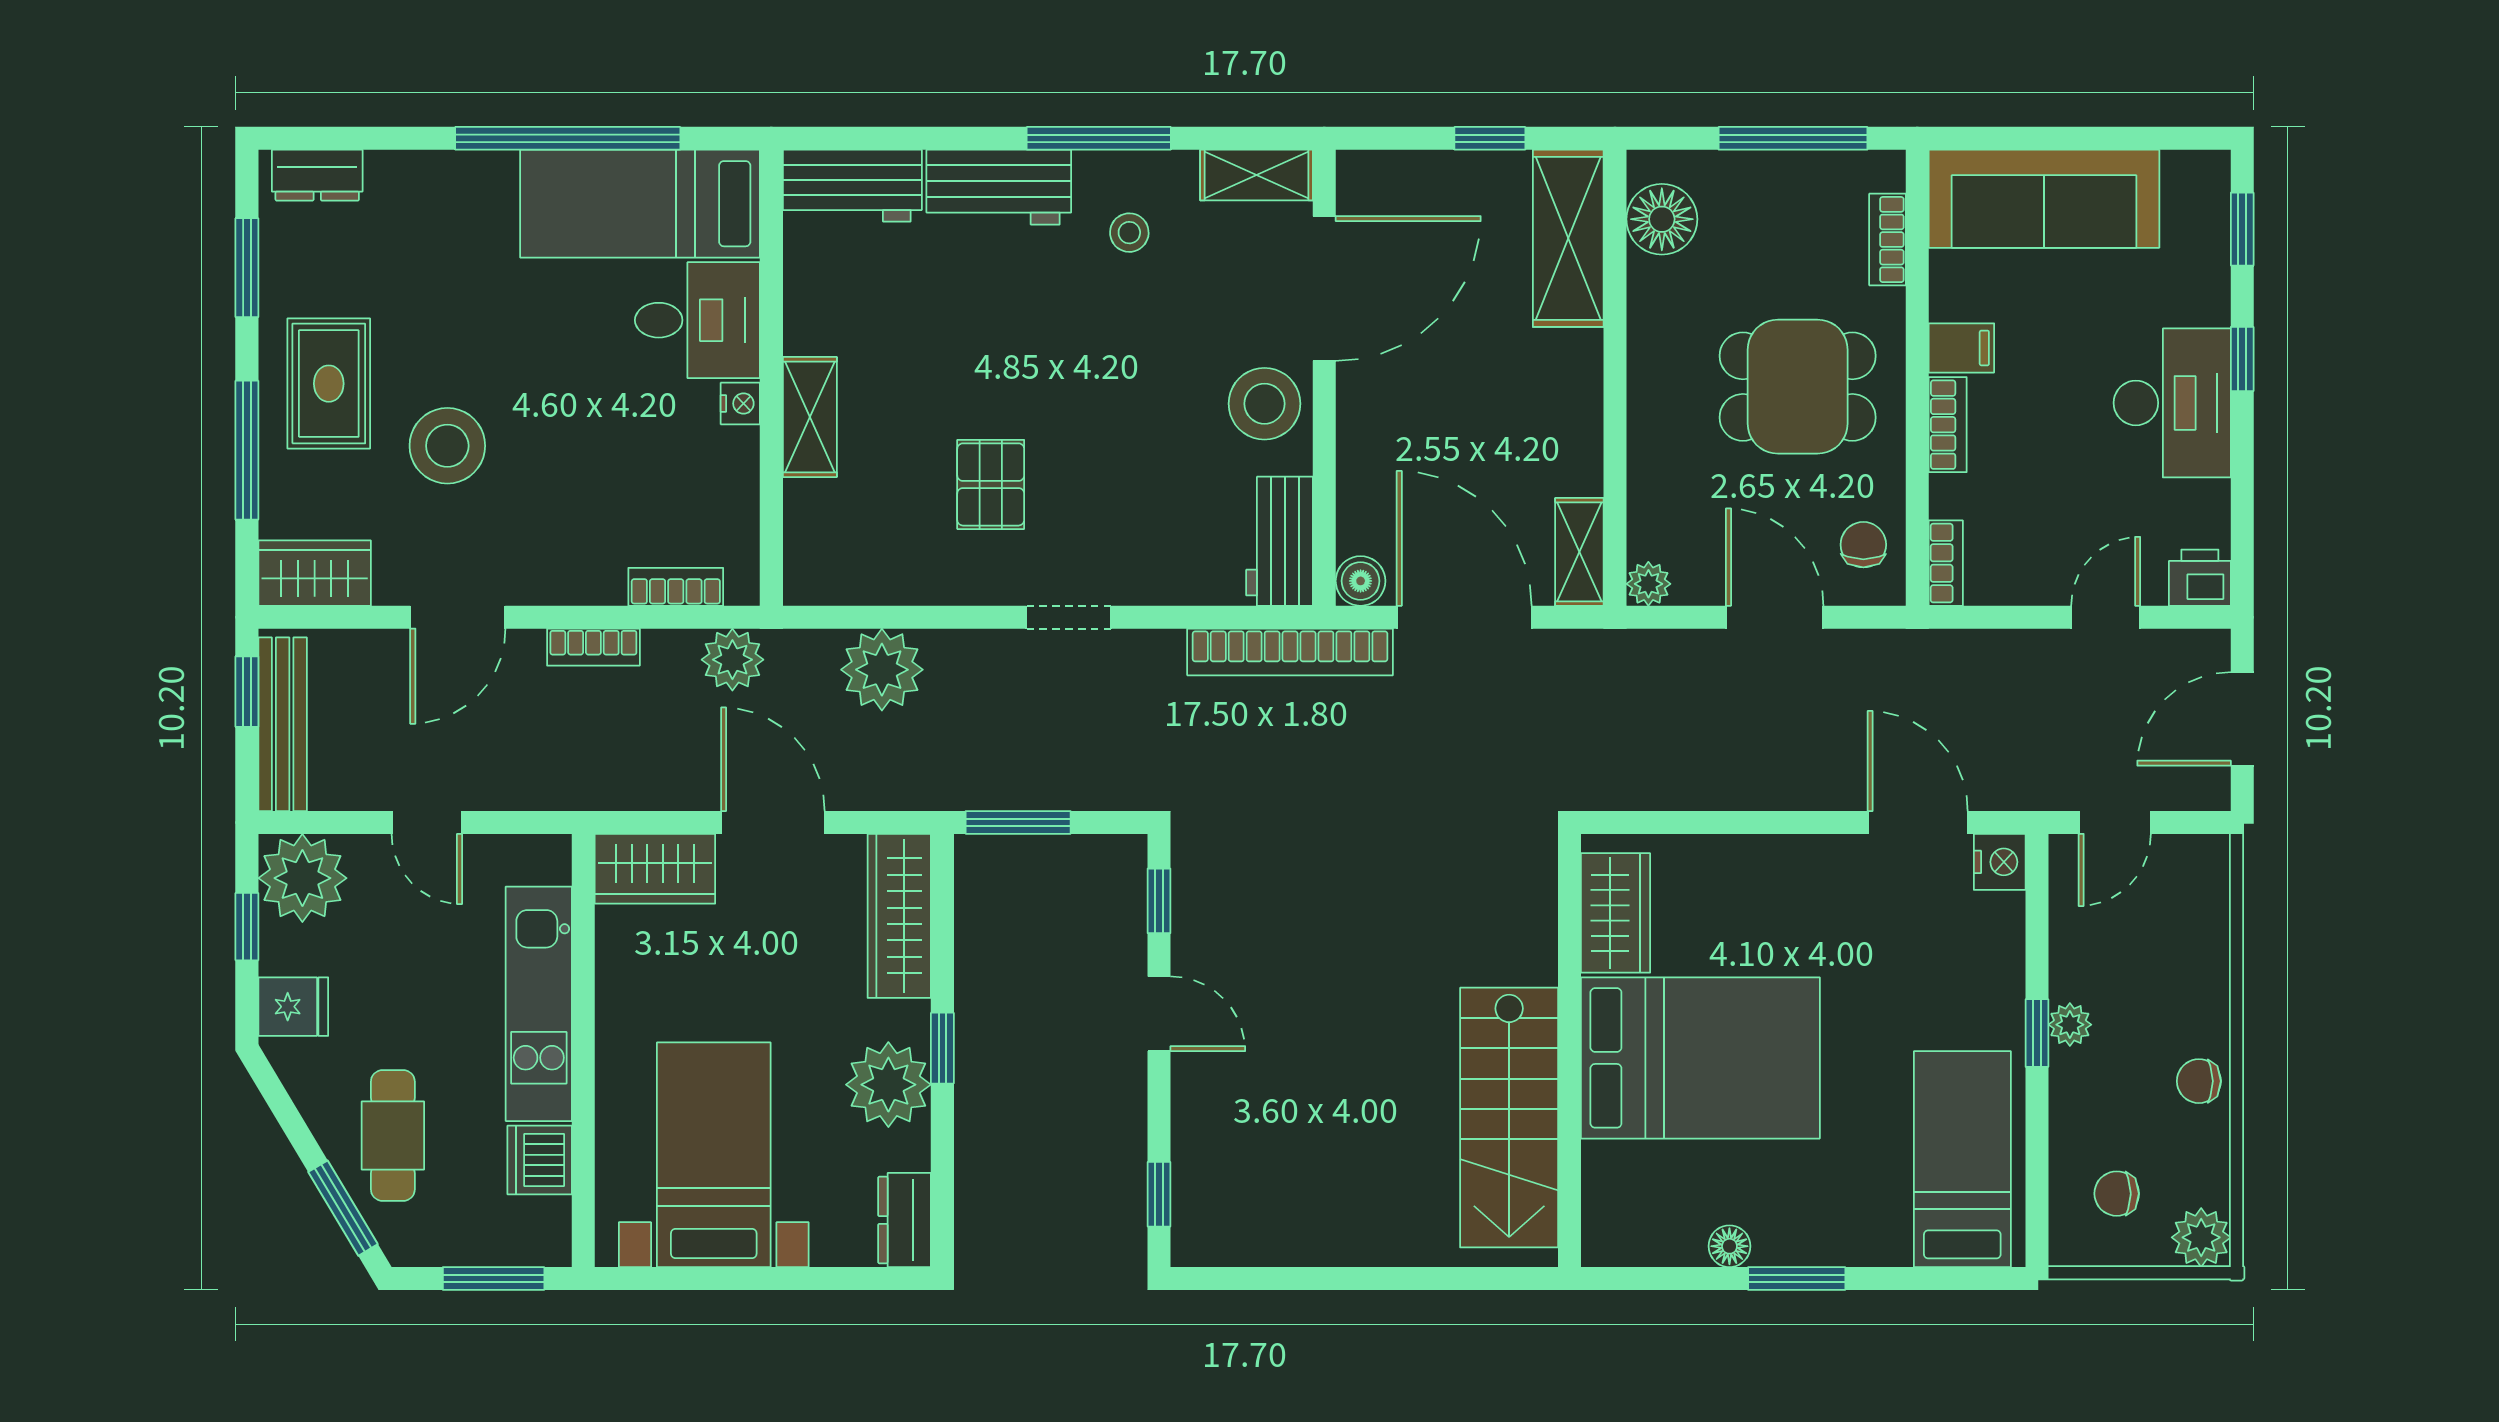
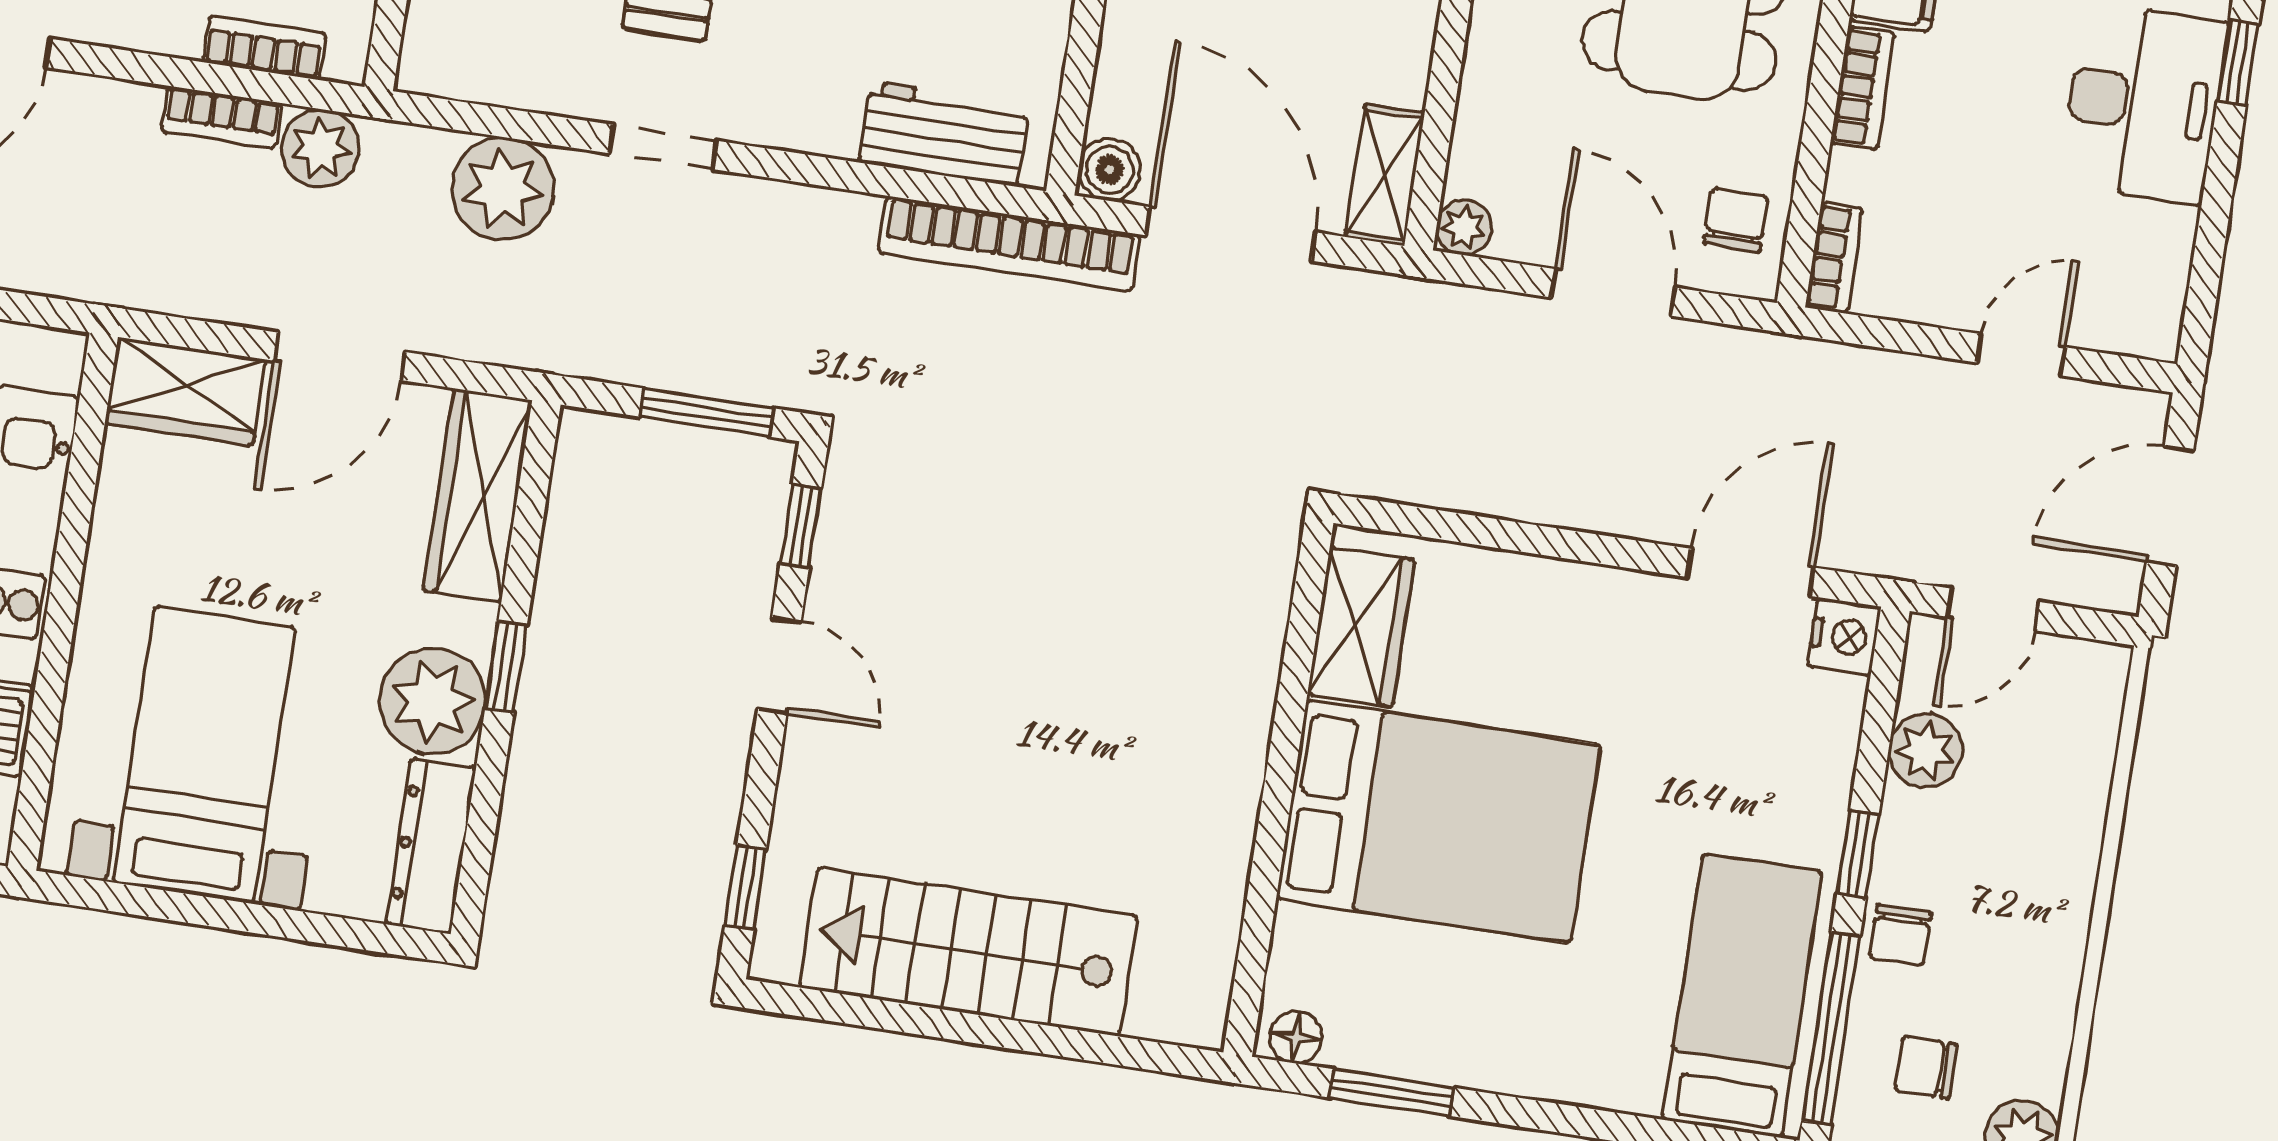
workbench: (1280, 541) -> (944, 134), moved, turned 90
printer: (2200, 578) -> (2145, 324), removed
doorway: (1069, 617) -> (663, 147), moved
bookcase: (593, 647) -> (222, 117), moved
door: (773, 822) -> (340, 356), swing flipped
window: (1018, 822) -> (707, 413), moved
door: (1918, 822) -> (1751, 572), hinge flipped
plant: (2070, 1025) -> (1925, 750), moved, width x1.38, depth x1.38
chair: (2199, 1081) -> (1900, 935), moved, turned -90
stairs: (1509, 1118) -> (968, 952), moved, turned 90
window: (2037, 1174) -> (1831, 1029), added
dresser: (904, 1220) -> (431, 846), width x1.44
floor lamp: (1729, 1246) -> (1296, 1037), moved
window: (1797, 1278) -> (1392, 1093), moved

